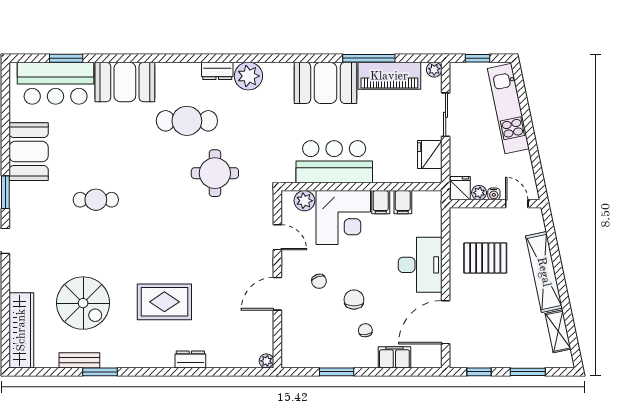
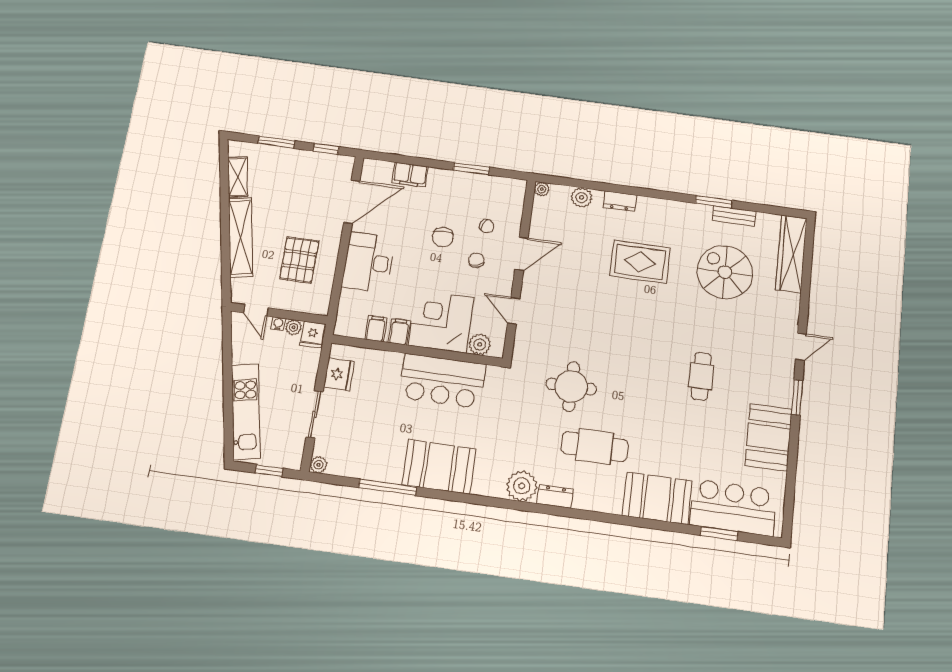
piano: (389, 76) -> (368, 465), removed
cafe table: (96, 200) -> (701, 376), turned 90
pallet: (485, 258) -> (299, 260), turned 90
chair: (365, 330) -> (487, 226), moved, turned -59
plant: (227, 358) -> (582, 198), added

